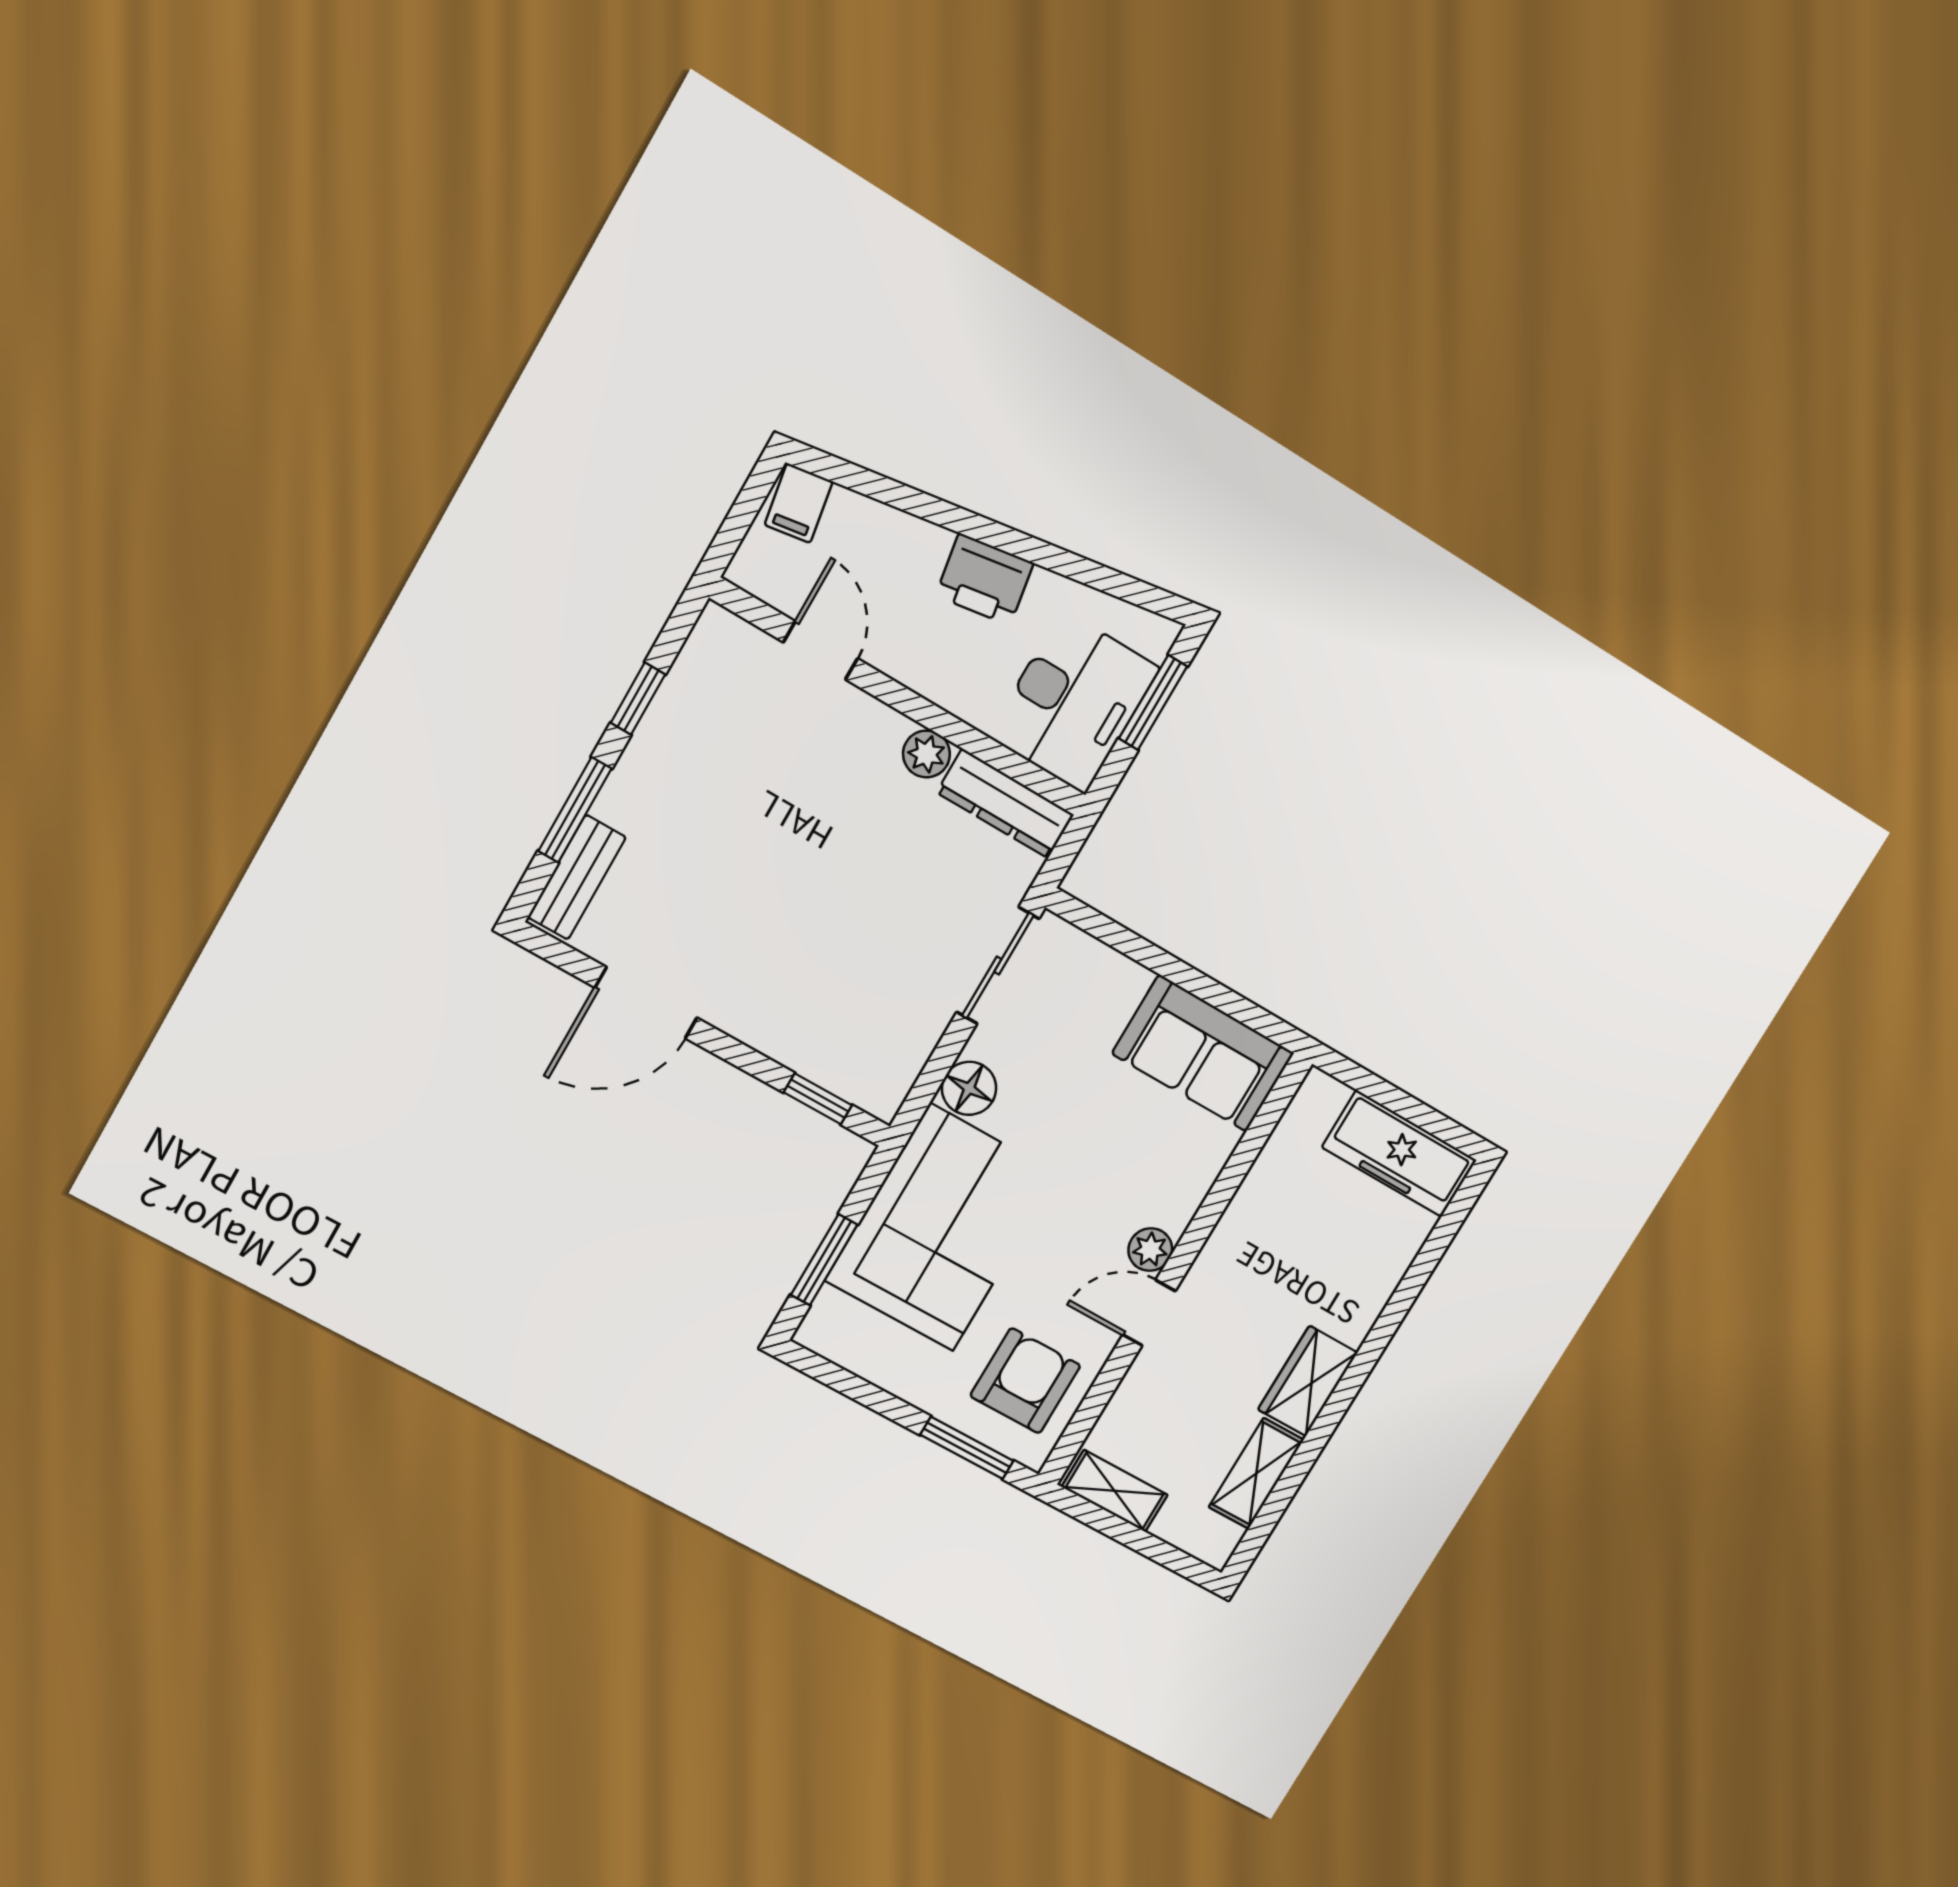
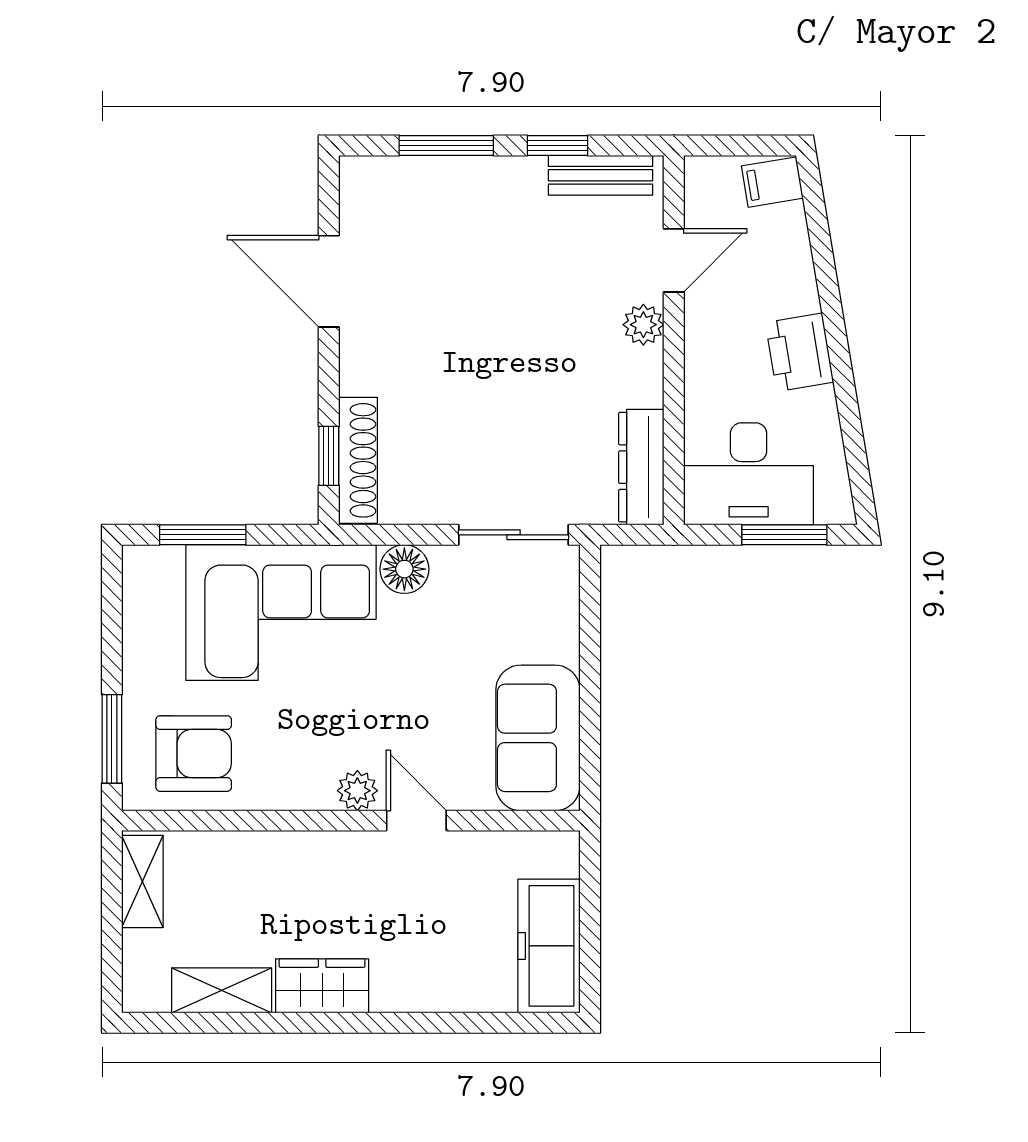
plant: (926, 754) -> (643, 325), moved
bench: (577, 877) -> (601, 175), moved
shoe rack: (839, 1073) -> (358, 460), added
door: (1149, 1313) -> (416, 821), moved

